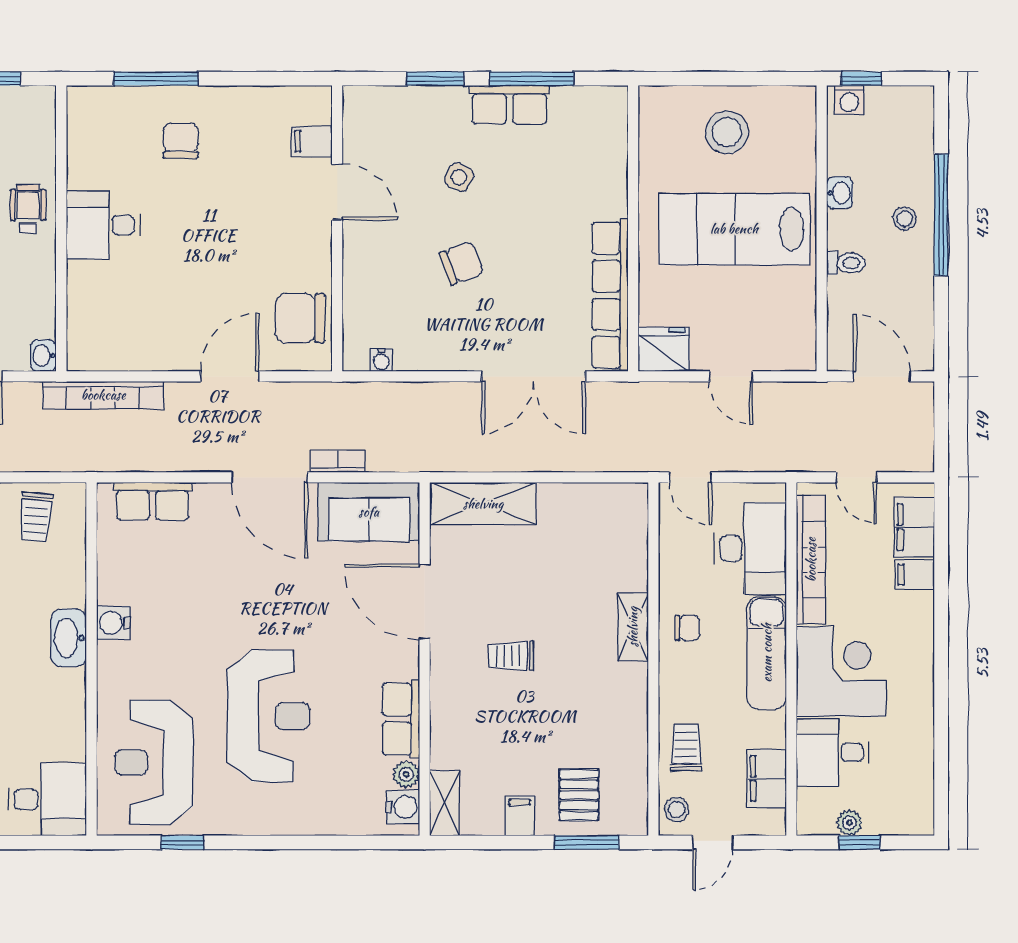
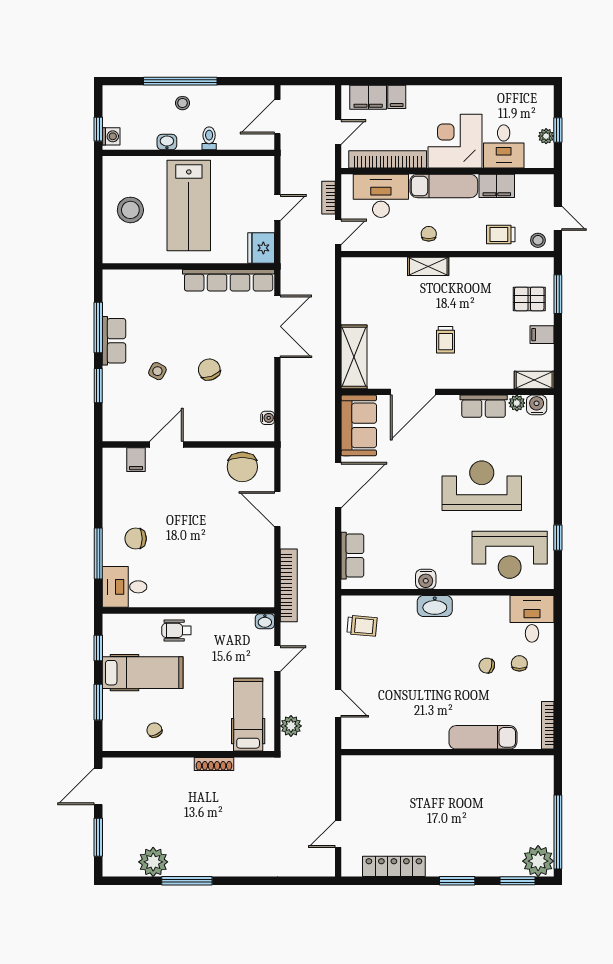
desk: (103, 225) -> (124, 587), moved, turned 90
bookcase: (338, 461) -> (329, 198), moved
filing cabinet: (767, 779) -> (497, 186), moved

